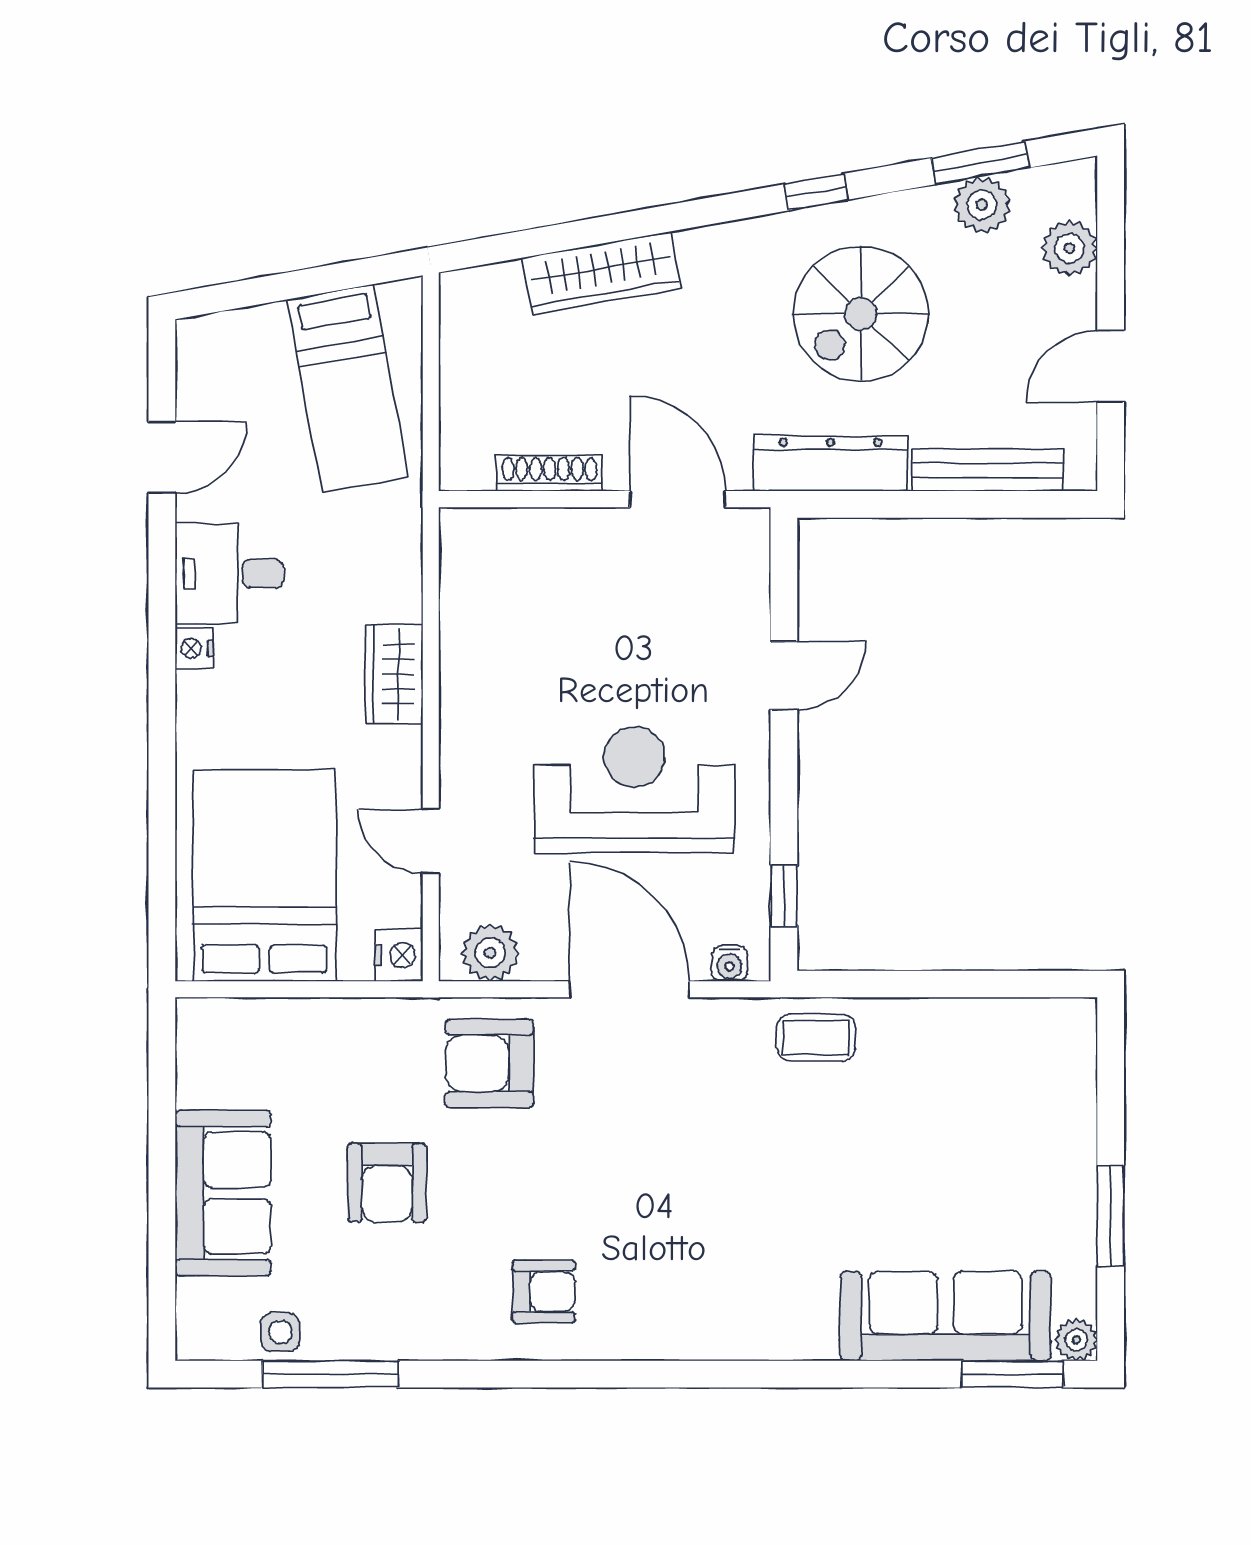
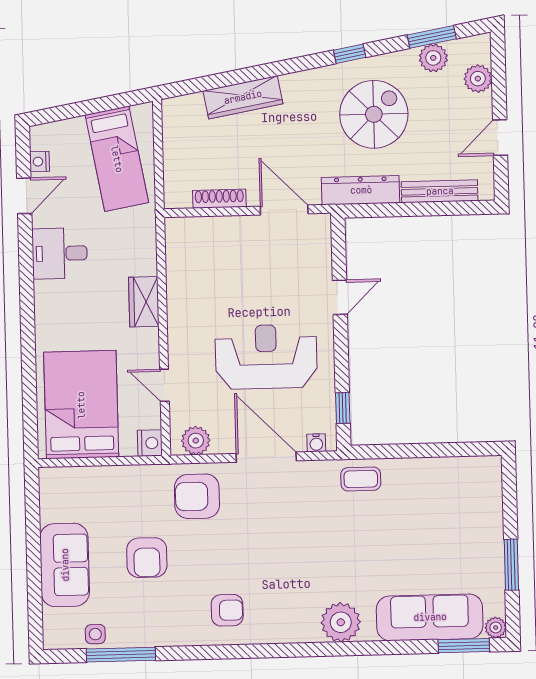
spiral stairs: (861, 314) -> (374, 114), turned 180
nightstand: (194, 648) -> (39, 162), moved
plant: (769, 1321) -> (341, 622), added

